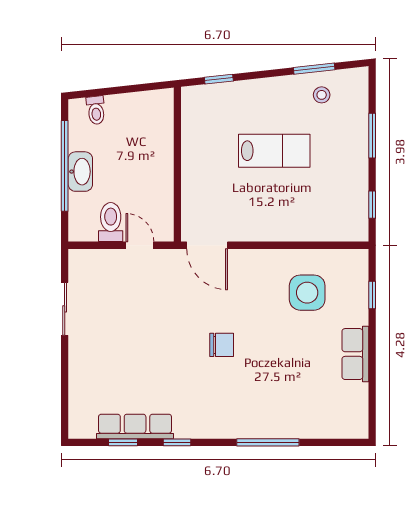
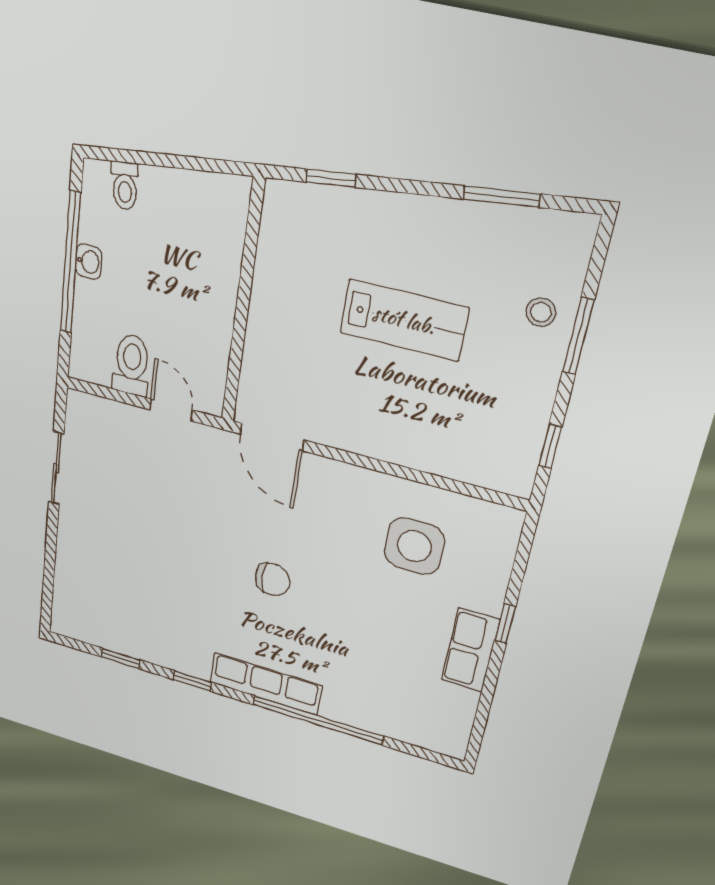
stool: (322, 95) -> (541, 312), moved
washbasin: (80, 172) -> (89, 262), width x0.52, depth x0.69
window: (372, 295) -> (505, 624), moved
row of seats: (135, 426) -> (266, 684), moved
window: (268, 442) -> (318, 720), width x1.46

